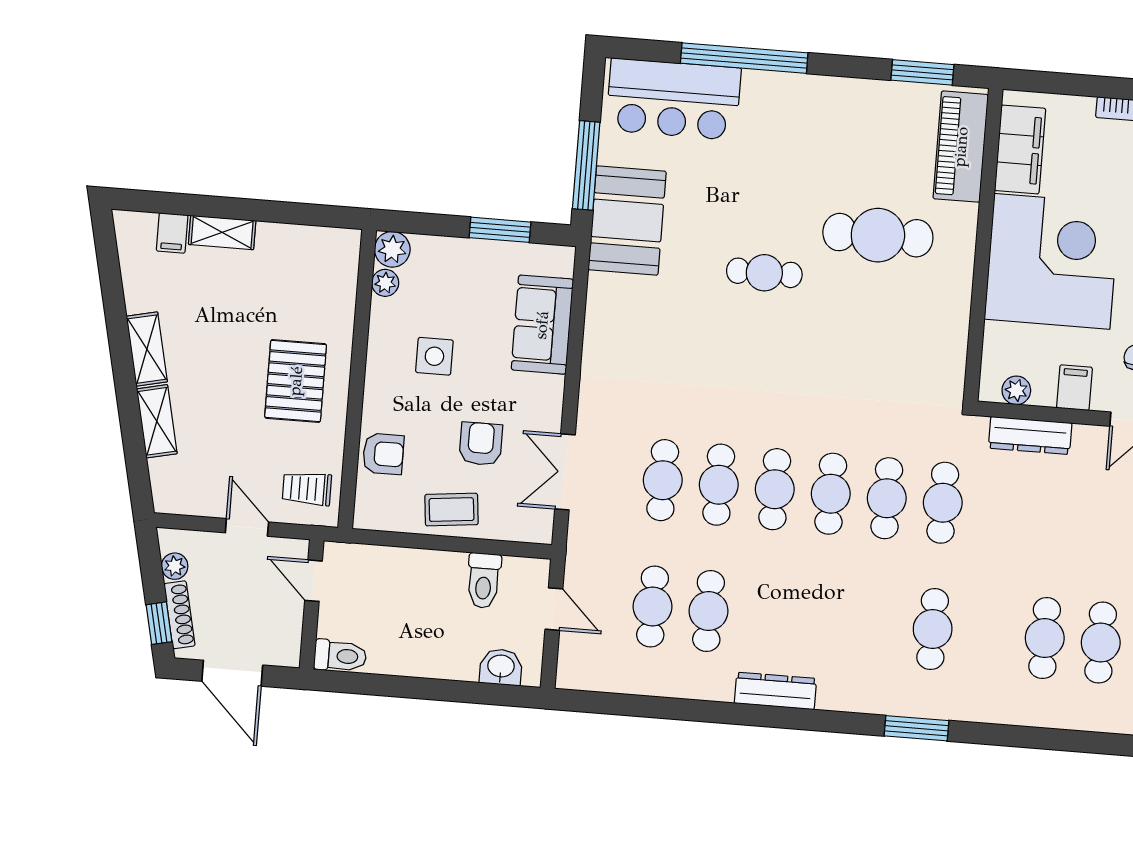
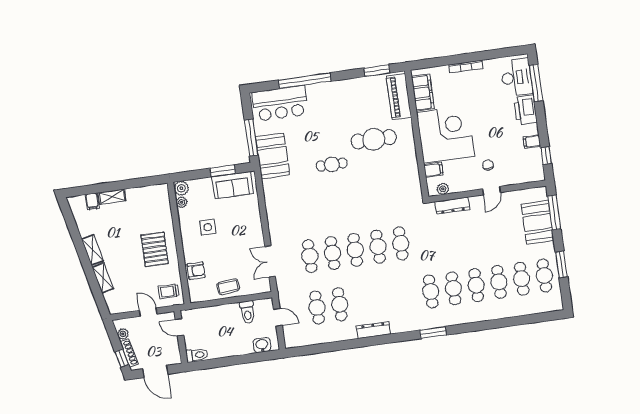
sofa: (542, 325) -> (232, 185), moved, turned -90
filing cabinet: (1074, 388) -> (433, 170), moved, turned 90
armchair: (481, 444) -> (234, 258), removed
cafe table: (943, 503) -> (453, 288), moved

